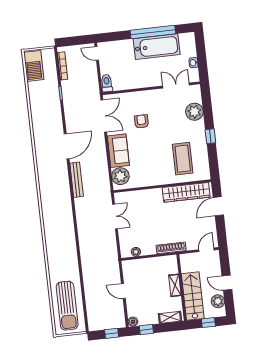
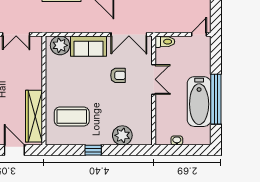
double door: (176, 85) -> (154, 79), moved

